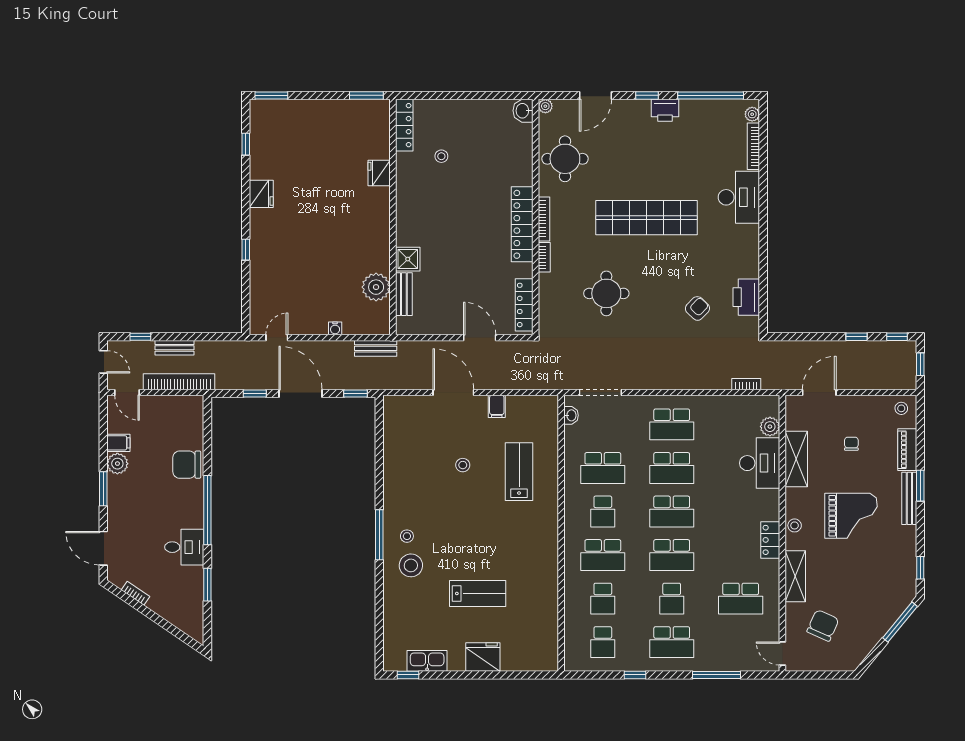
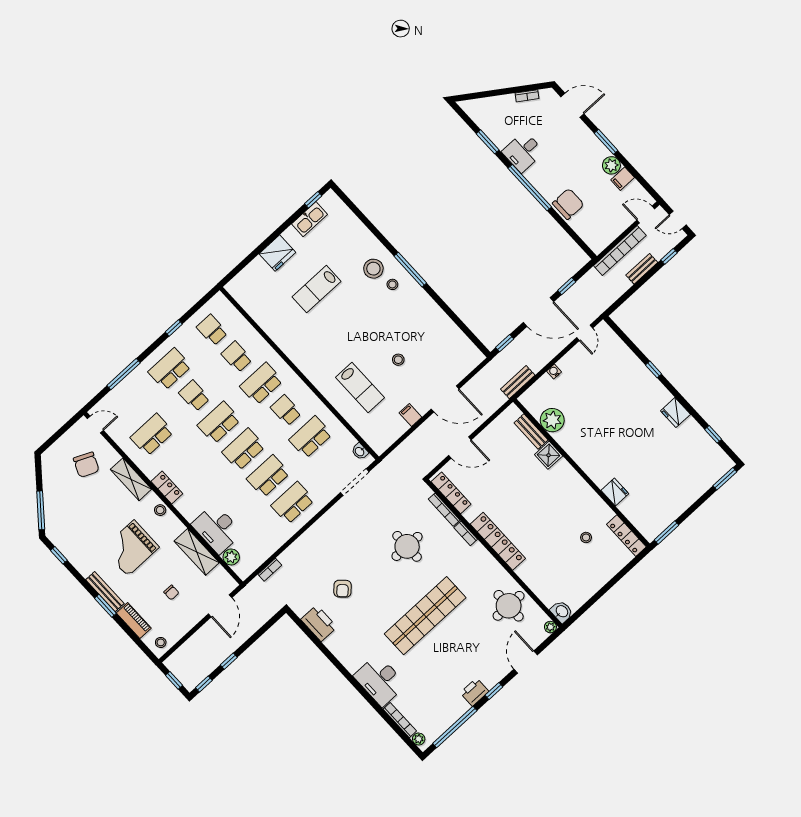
bookcase: (544, 219) -> (444, 510), moved

